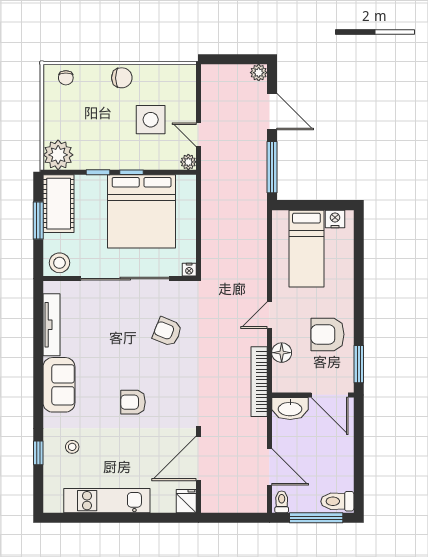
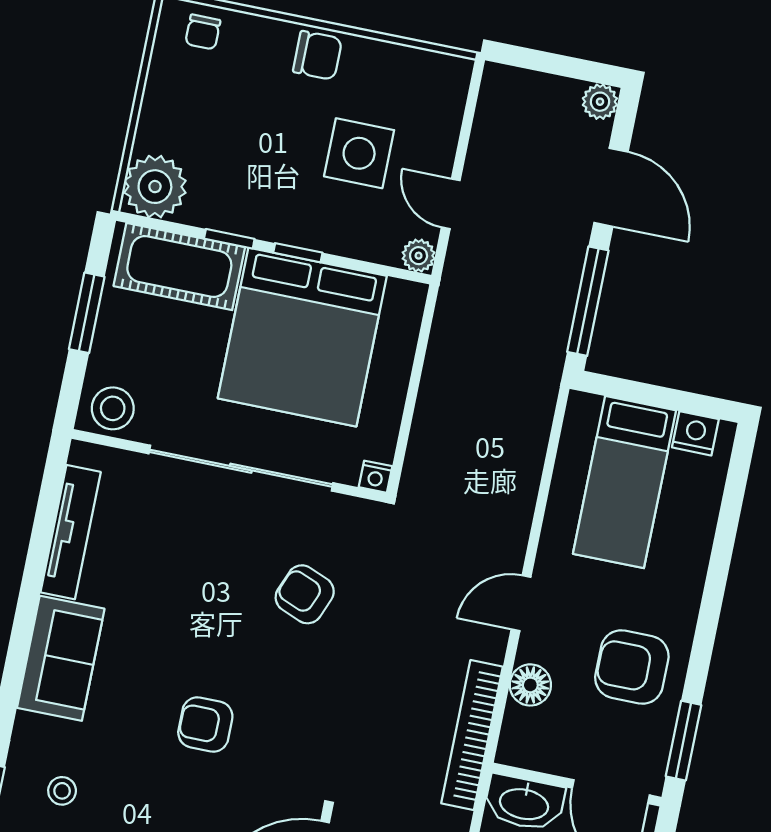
cot: (59, 204) -> (179, 267), moved, turned 90

